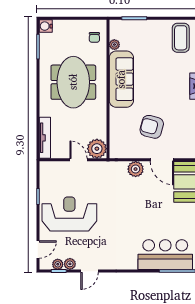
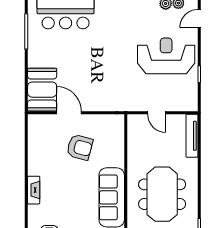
plant: (97, 149) -> (137, 124), removed
plant: (136, 169) -> (97, 103), removed
reception desk: (69, 214) -> (166, 56), turned 180

